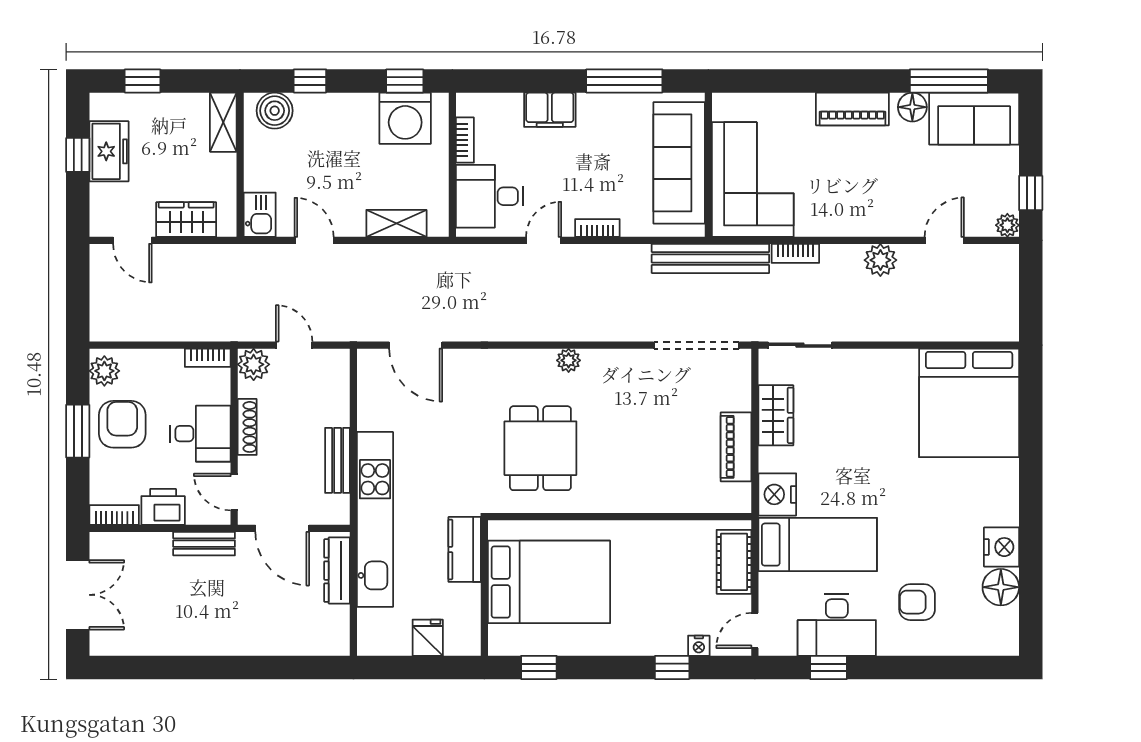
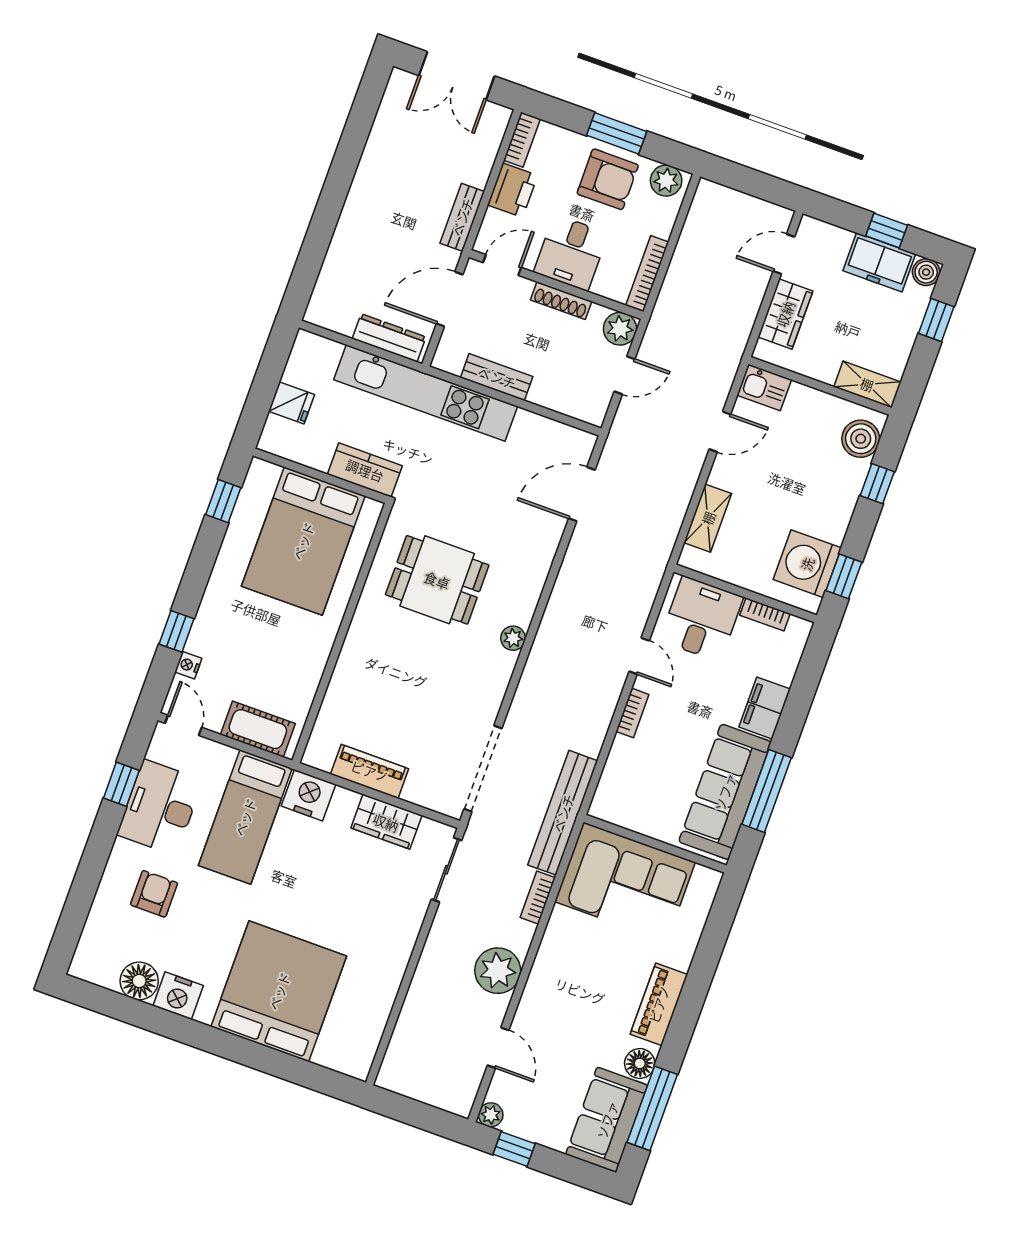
boiler: (102, 106) -> (926, 272), added
sofa: (679, 163) -> (725, 792), moved, turned -90
plant: (880, 260) -> (498, 971), width x1.36, depth x1.36
bookcase: (208, 358) -> (647, 274), width x1.56
bed: (969, 403) -> (279, 991), moved, turned 90

